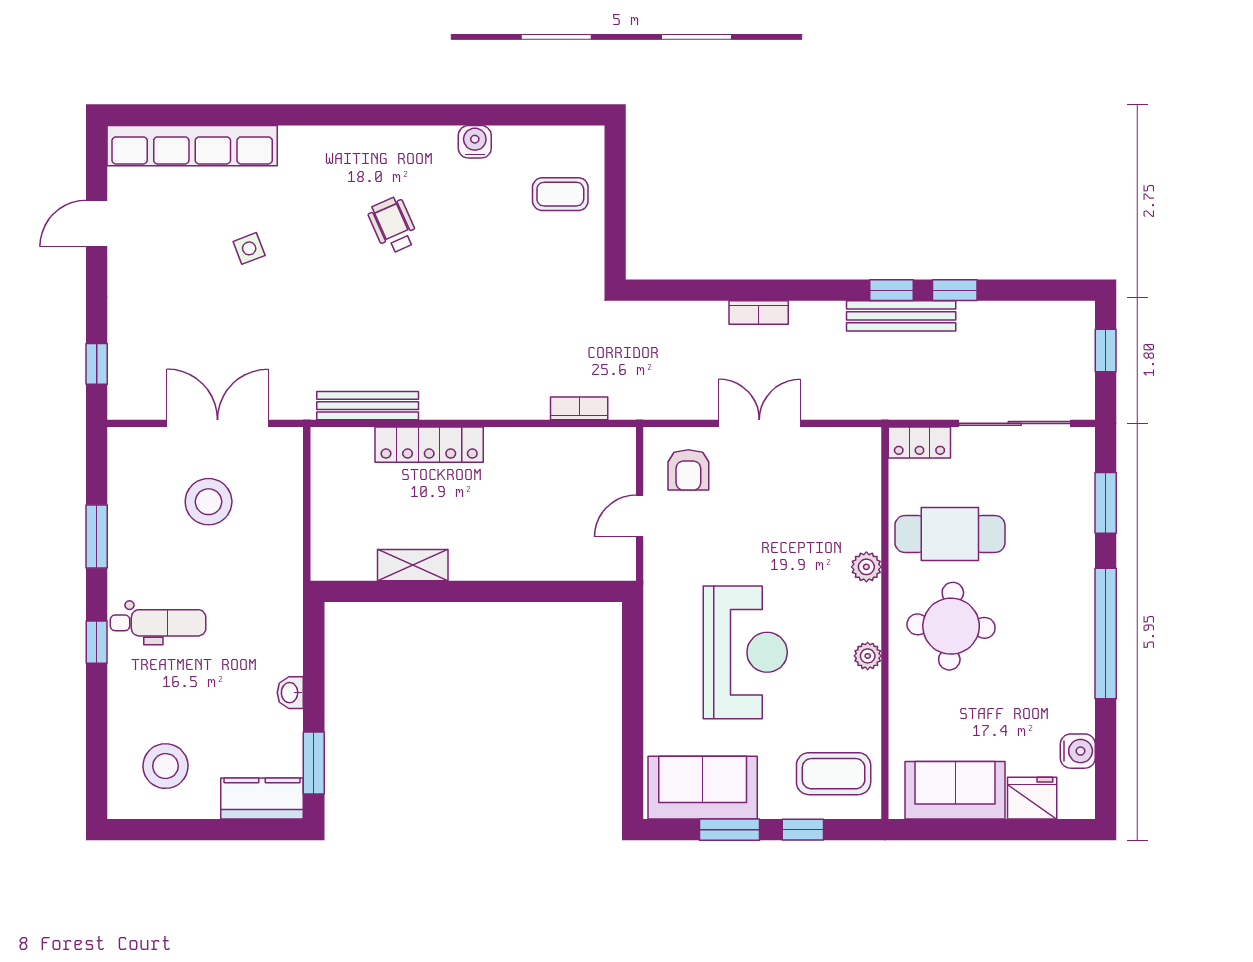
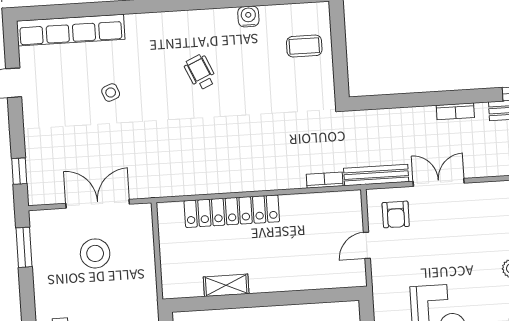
bookcase: (759, 312) -> (455, 111), moved
bench: (368, 406) -> (376, 175), moved
locker: (429, 445) -> (232, 211), width x1.41, depth x1.21
window: (97, 536) -> (24, 247), moved

